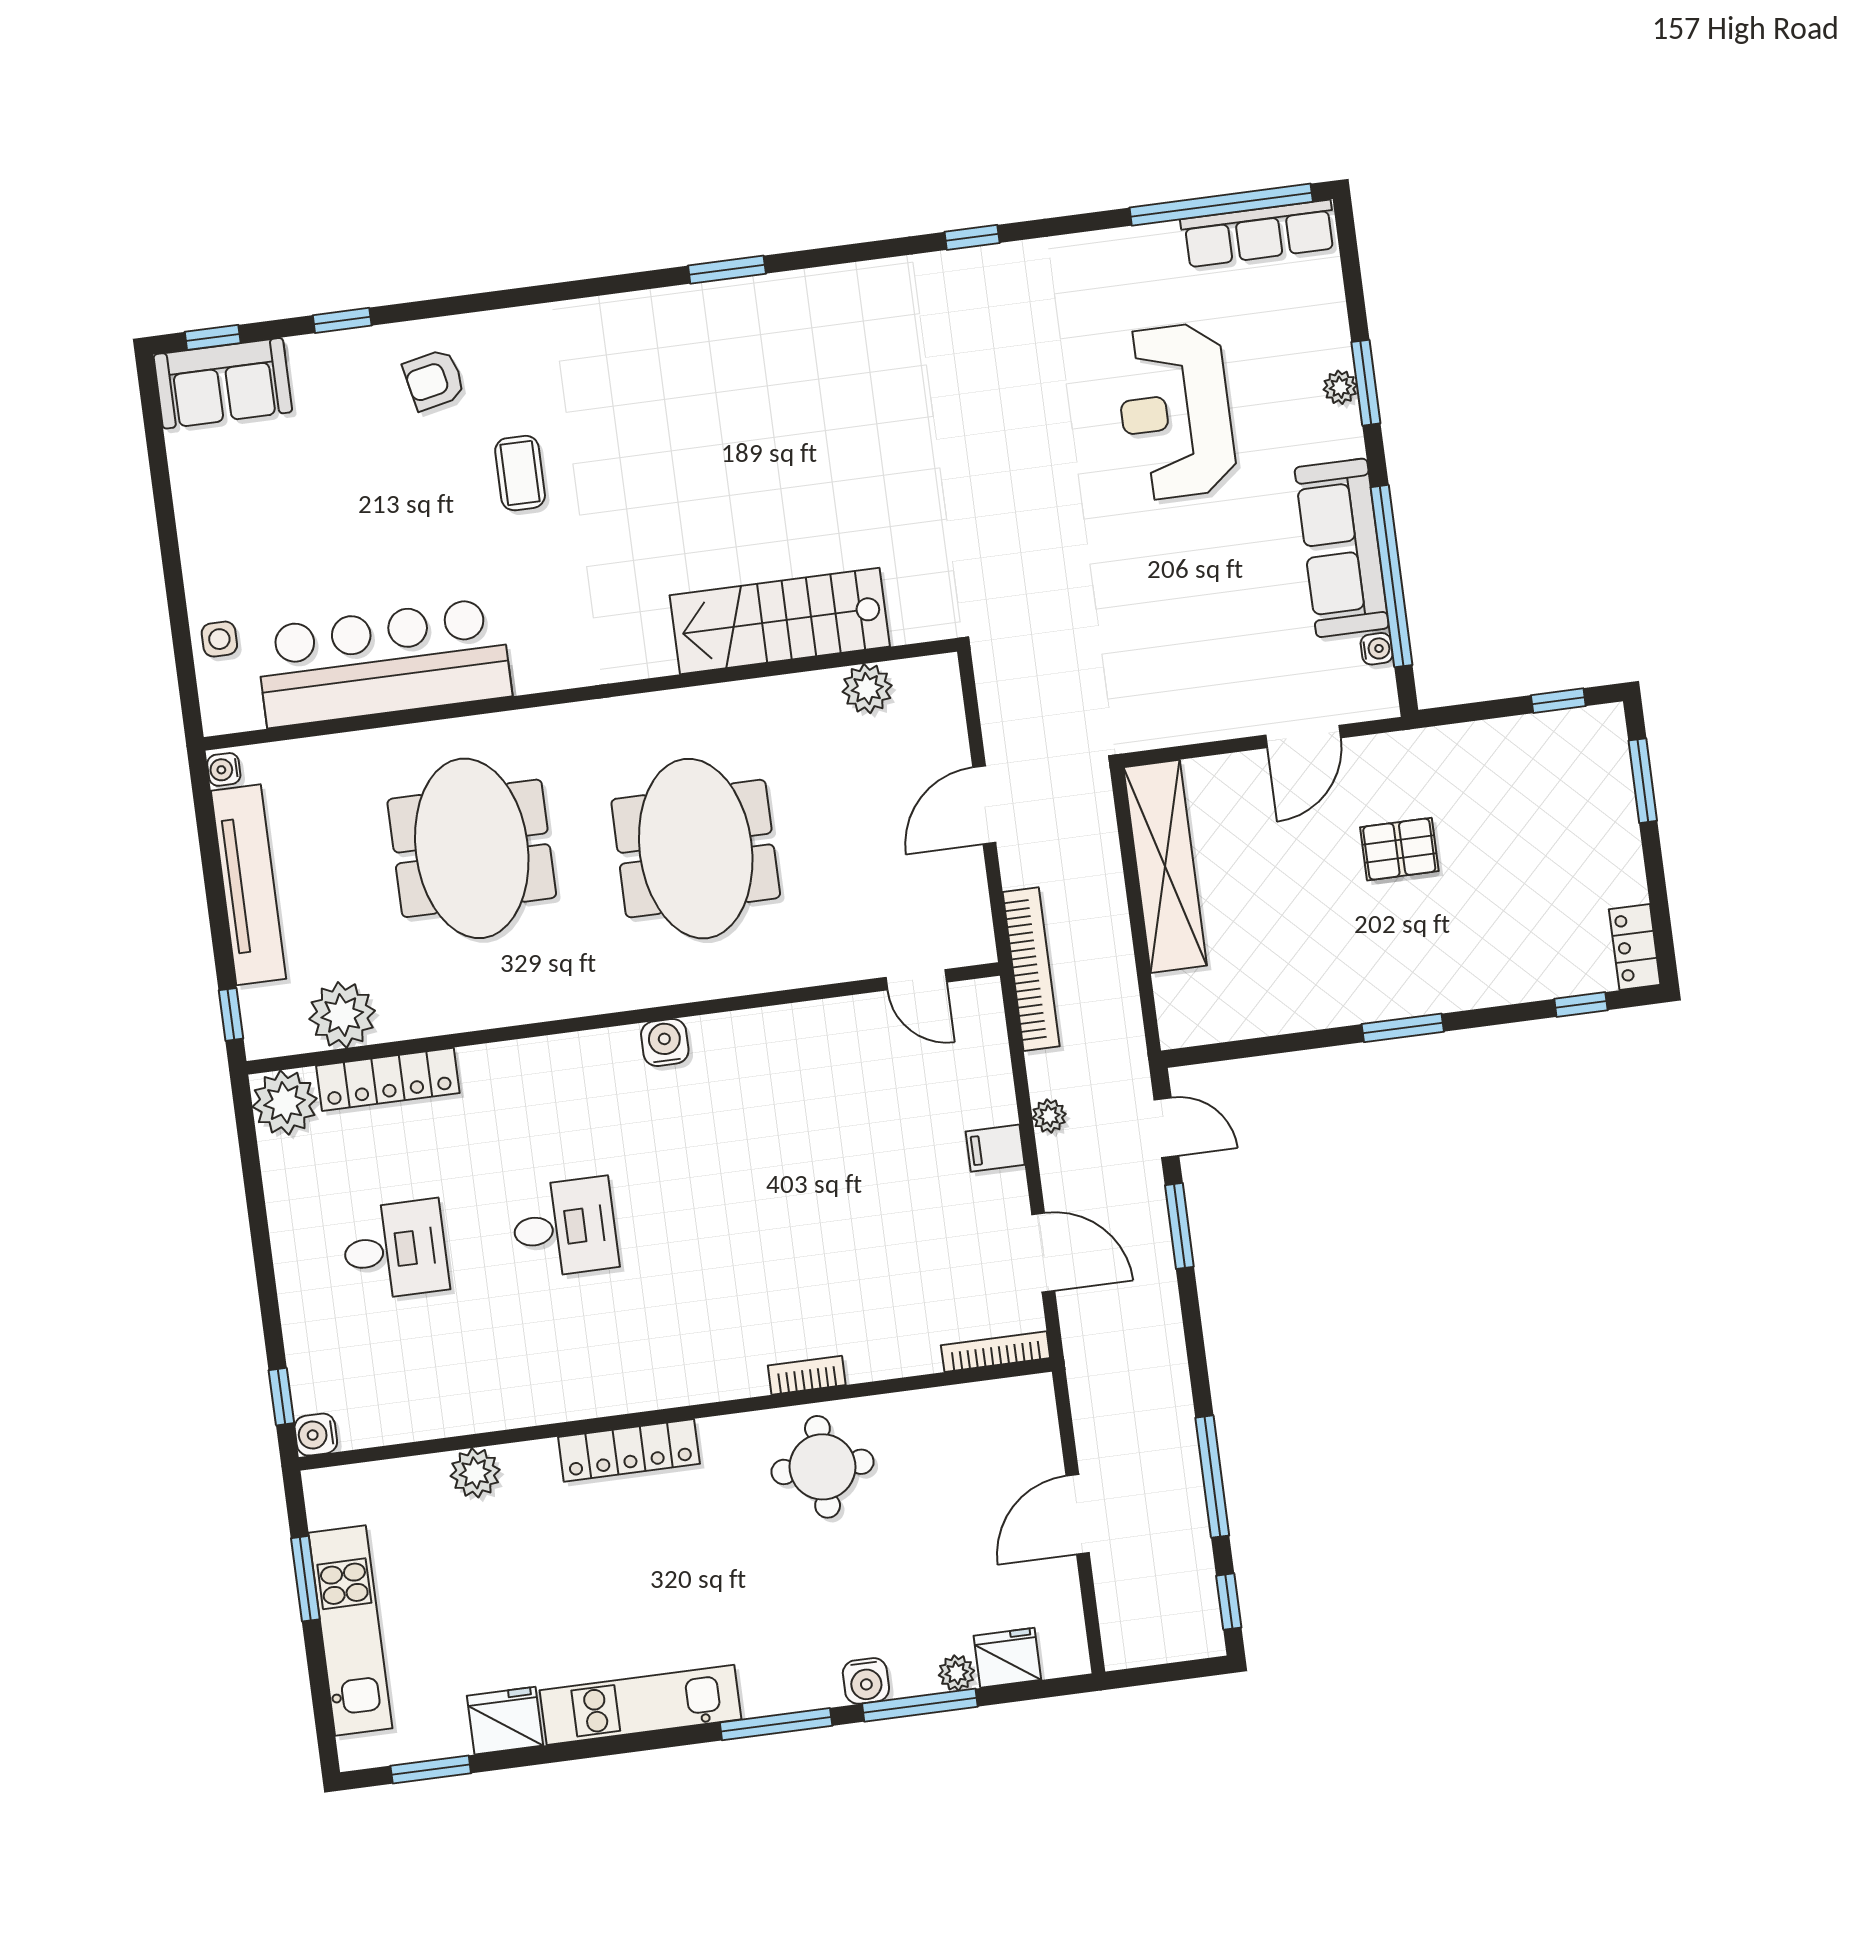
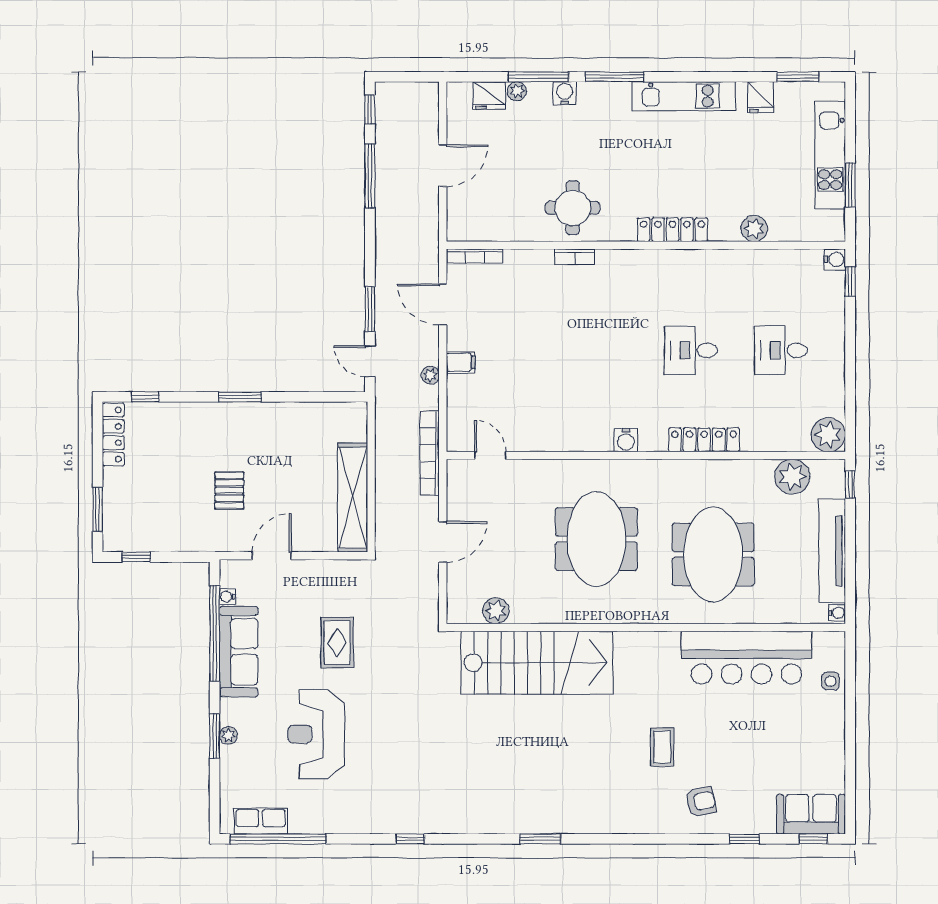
row of seats: (1258, 234) -> (261, 821), width x0.68
reception desk: (1175, 411) -> (316, 734), turned 180
rug: (1158, 589) -> (337, 643), added
stairs: (780, 621) -> (537, 663), width x1.36, depth x1.51
pallet: (1399, 849) -> (229, 490), turned 90
locker: (1635, 947) -> (113, 435), width x1.53
locker: (388, 1079) -> (704, 440), moved
fridge: (505, 1721) -> (761, 97), width x0.72

